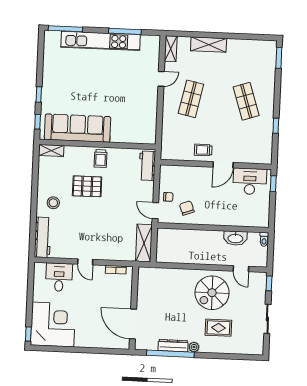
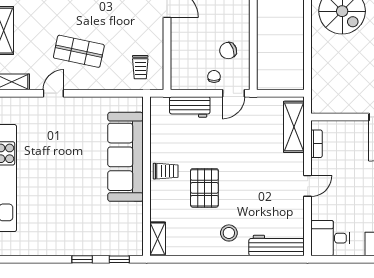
door: (161, 79) -> (53, 93), hinge flipped
sofa: (78, 128) -> (125, 157), moved
trolley: (203, 150) -> (140, 67), moved
workbench: (147, 166) -> (190, 107), moved
shelving: (144, 243) -> (294, 127), moved, turned 90
desk: (59, 277) -> (330, 238), moved

